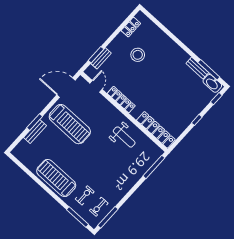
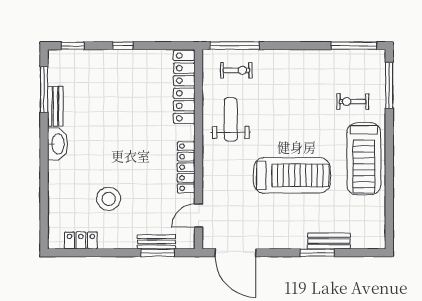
washbasin: (212, 83) -> (57, 144), moved
treadmill: (70, 124) -> (292, 175), moved, turned 90
exercise bike: (99, 207) -> (236, 70), moved

